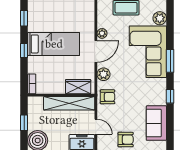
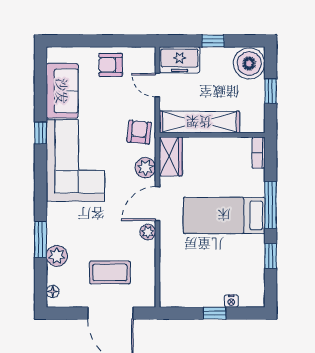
window: (24, 51) -> (271, 205), width x2.17
corner sofa: (148, 52) -> (75, 161), moved
window: (170, 61) -> (41, 239), moved
wardrobe: (78, 87) -> (171, 156), moved, turned -90
armchair: (107, 97) -> (139, 132), turned 96

